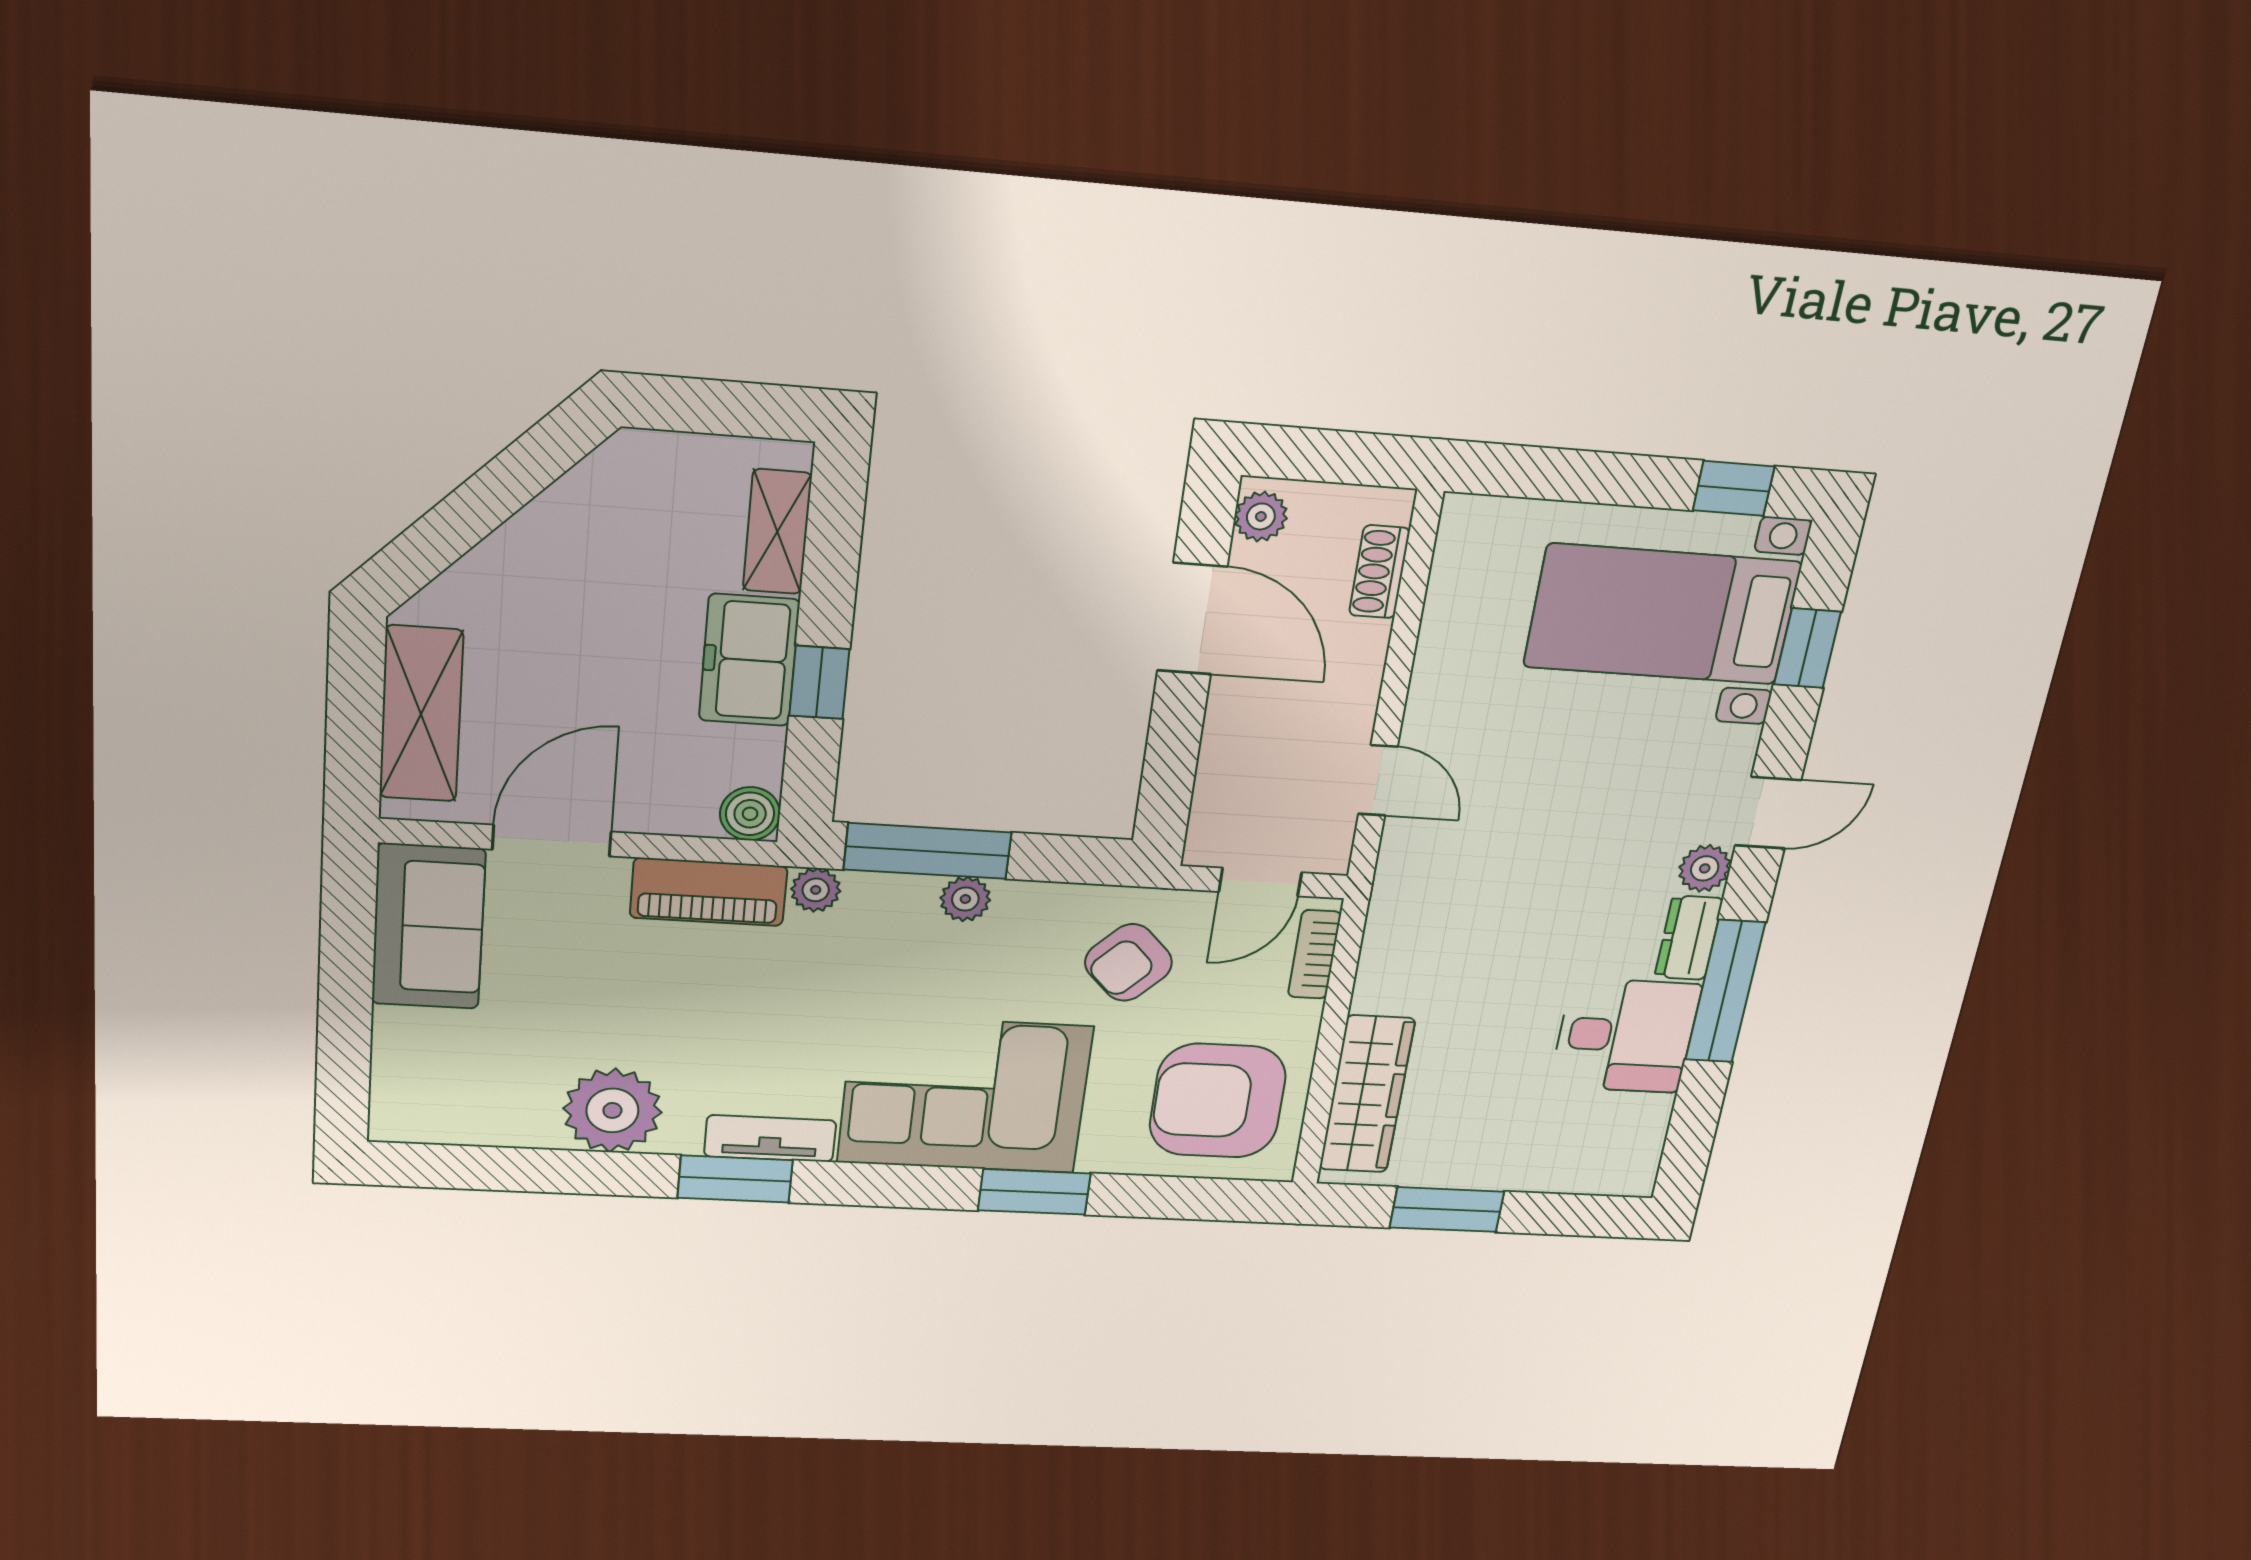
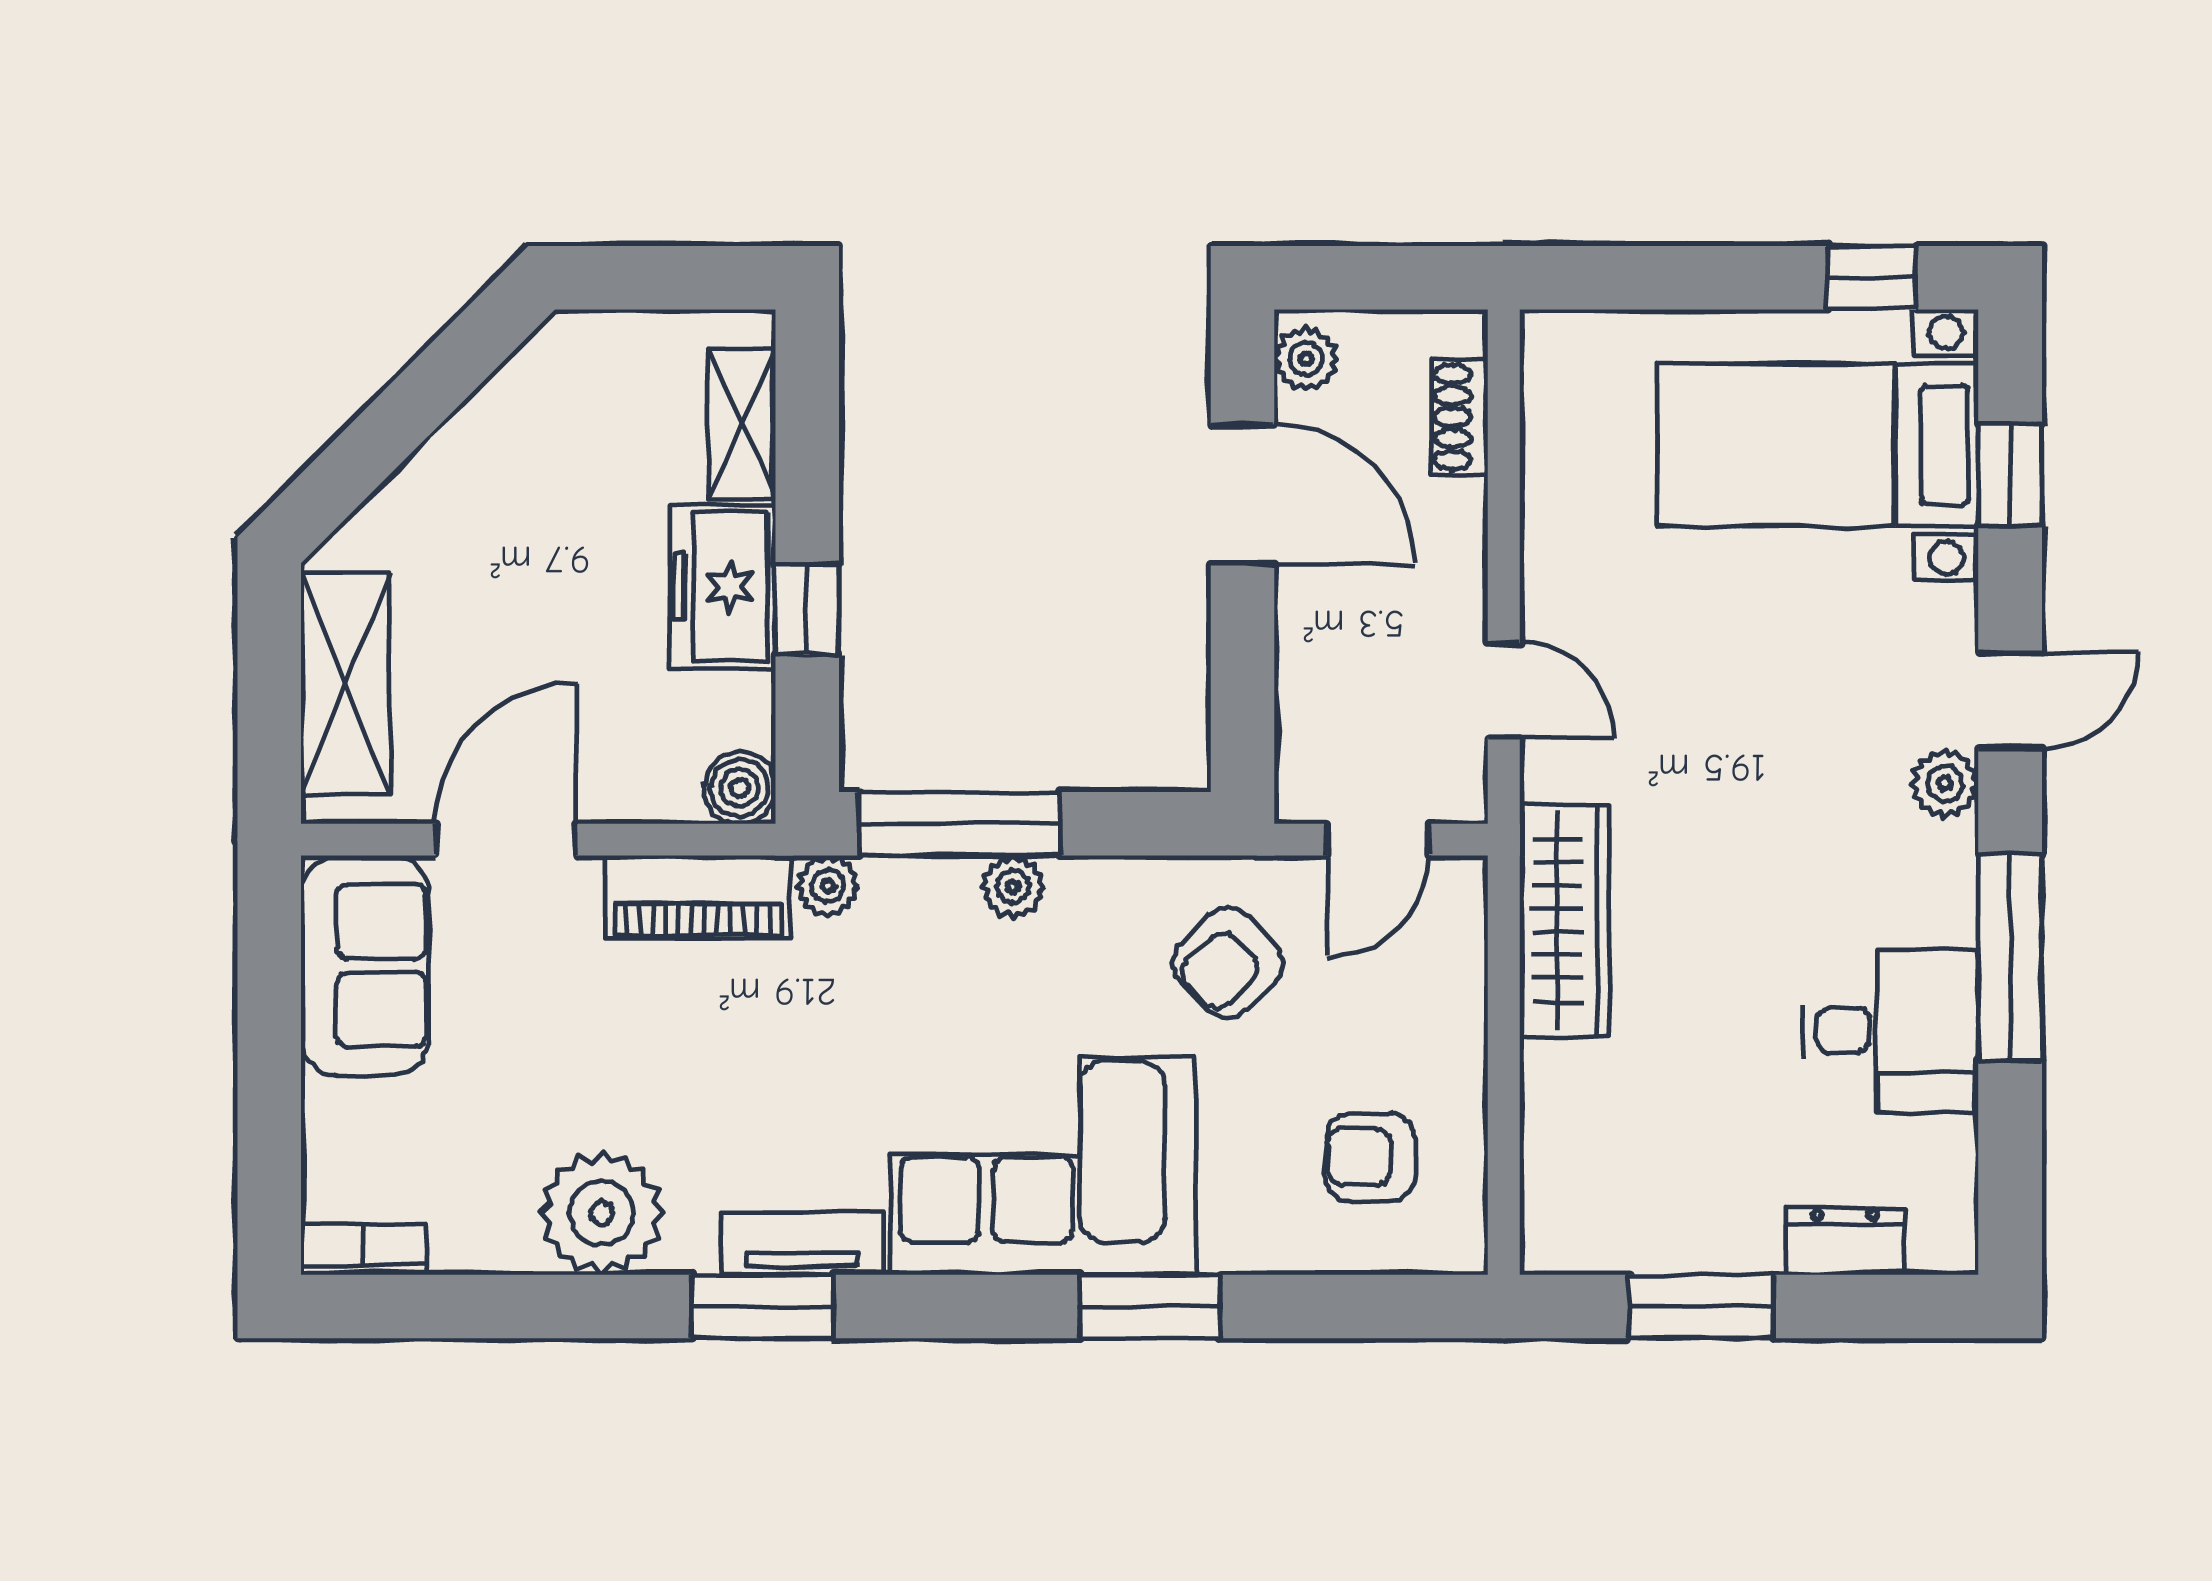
dresser: (1689, 938) -> (1845, 1241), moved, turned 90
bookcase: (1314, 954) -> (364, 1250), moved, turned 90
wardrobe: (1367, 1094) -> (1564, 921), moved
armchair: (1218, 1101) -> (1370, 1157), width x0.53, depth x0.53

